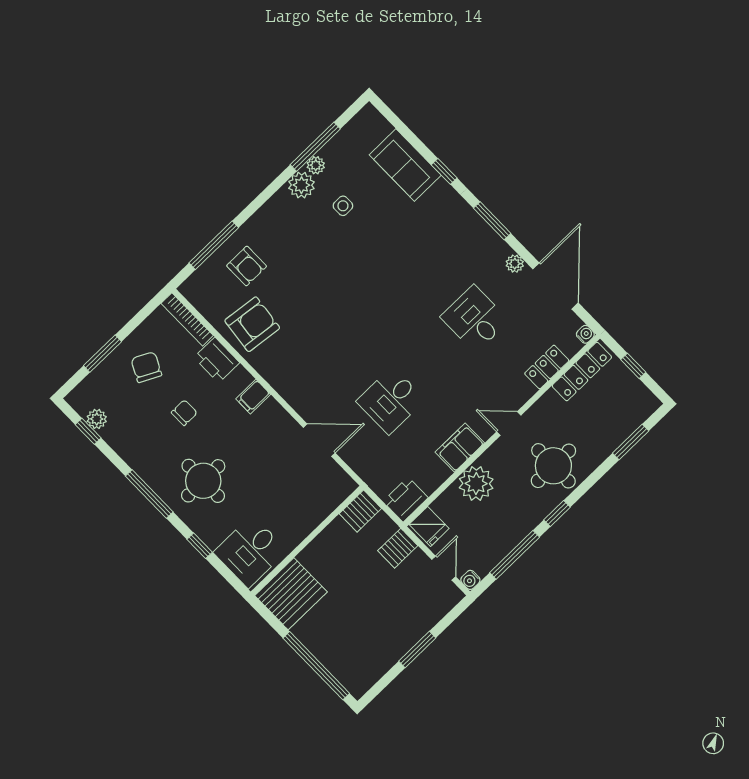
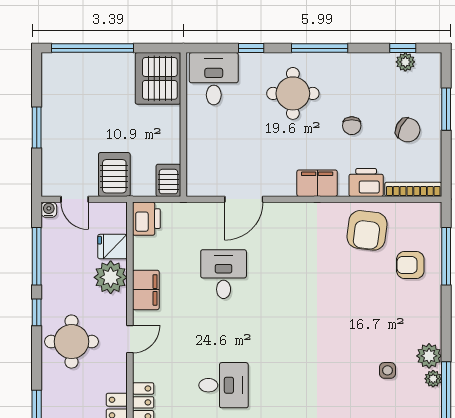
filing cabinet: (253, 397) -> (317, 183), width x2.00
fridge: (429, 526) -> (112, 247), moved
server rack: (398, 548) -> (114, 174), width x1.36, depth x1.44

